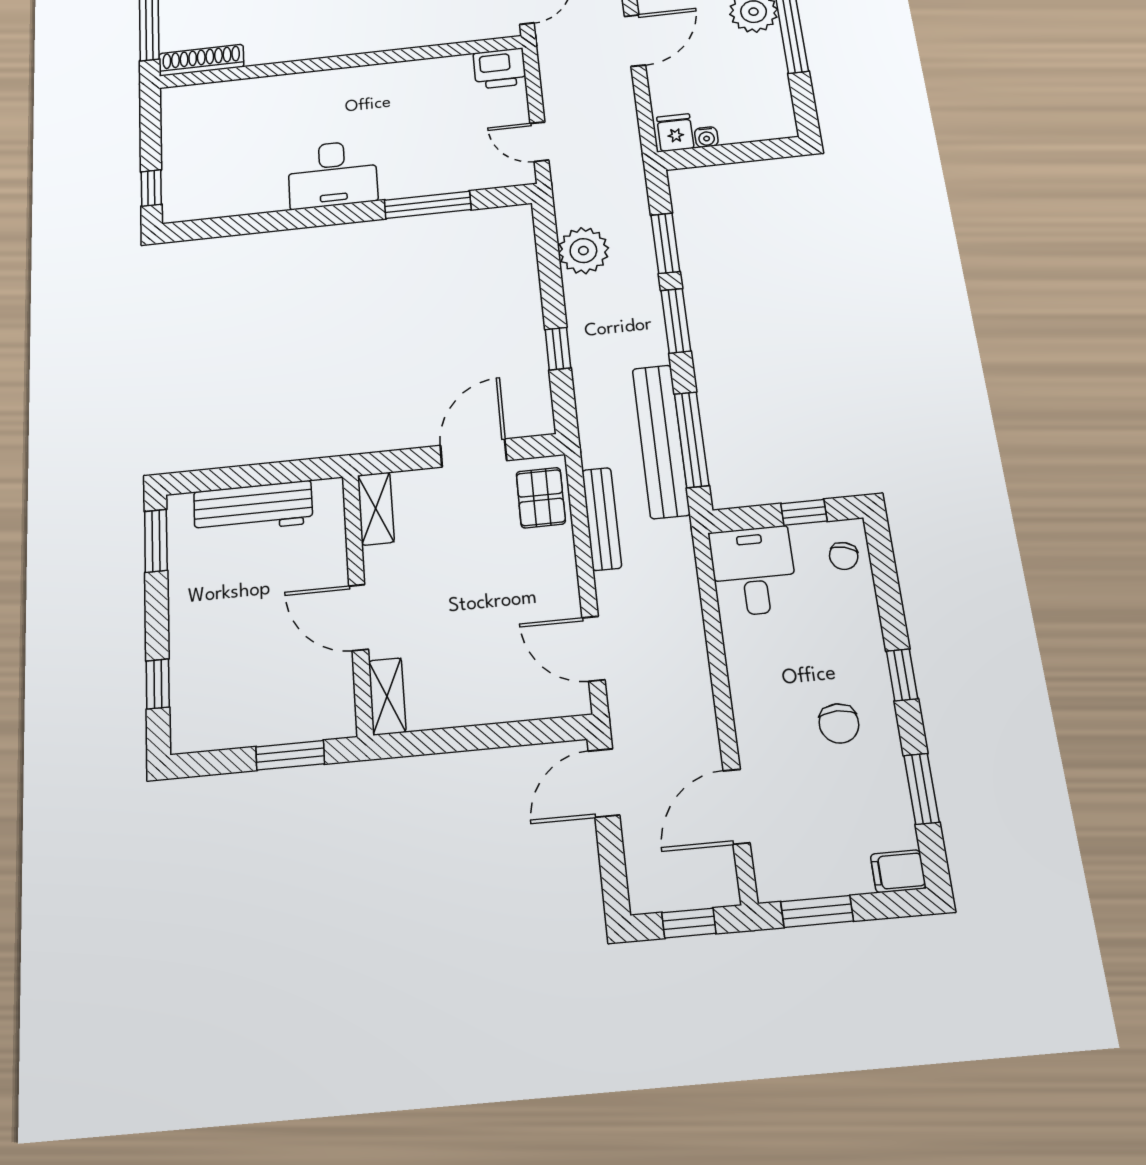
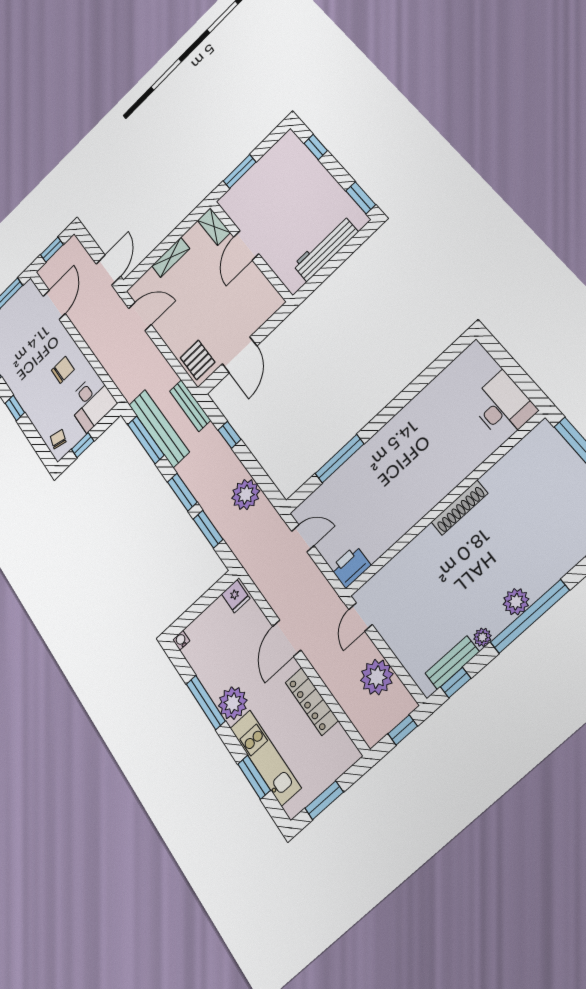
shoe rack: (201, 60) -> (459, 508), moved
water cooler: (706, 137) -> (181, 640), moved
desk: (332, 174) -> (503, 406), moved, turned 90
window: (151, 188) -> (498, 352), removed
shelving: (376, 509) -> (171, 257), moved, turned 90
bench: (602, 519) -> (190, 406), moved
door: (358, 617) -> (246, 245), swing flipped
chair: (839, 723) -> (63, 370), moved, turned 90

